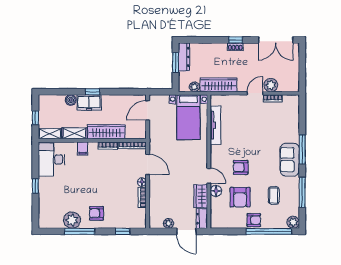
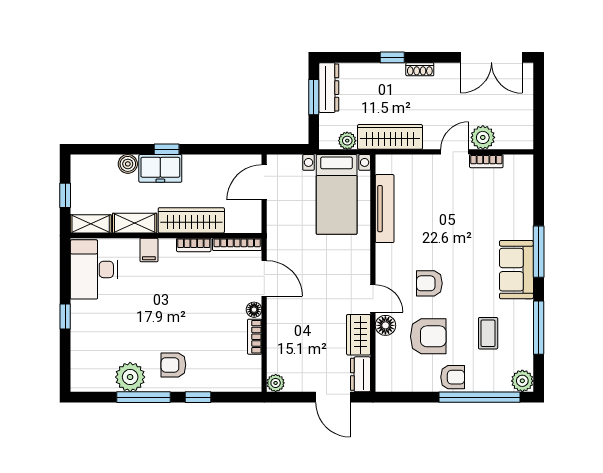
window: (236, 40) -> (392, 57), moved
armchair: (240, 197) -> (428, 336), turned -90
plant: (169, 223) -> (276, 383), moved
window: (123, 231) -> (198, 397), moved

